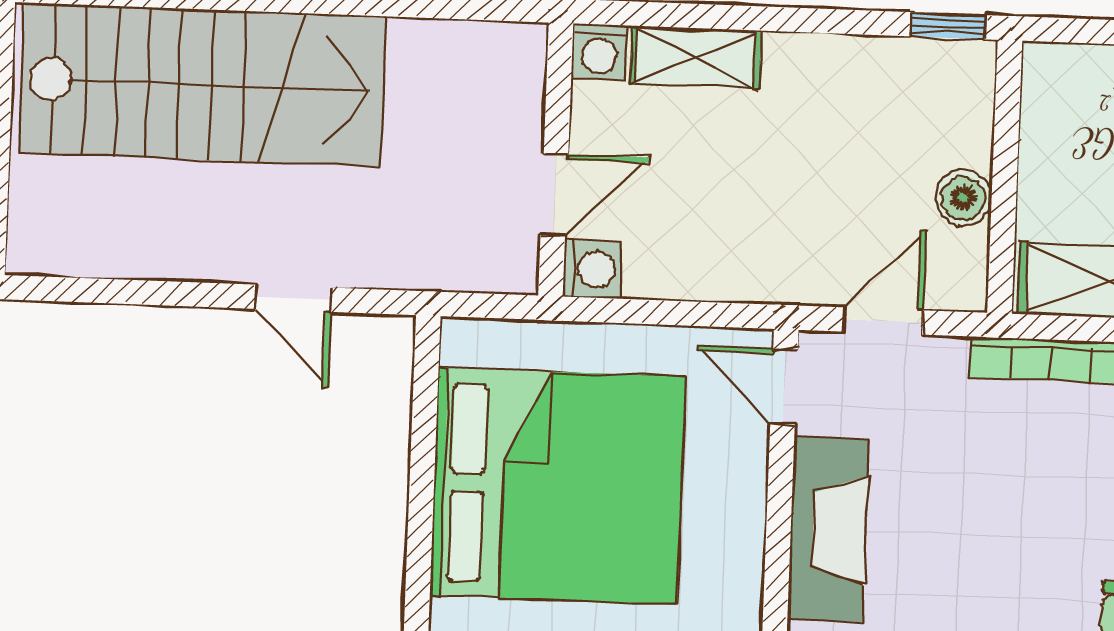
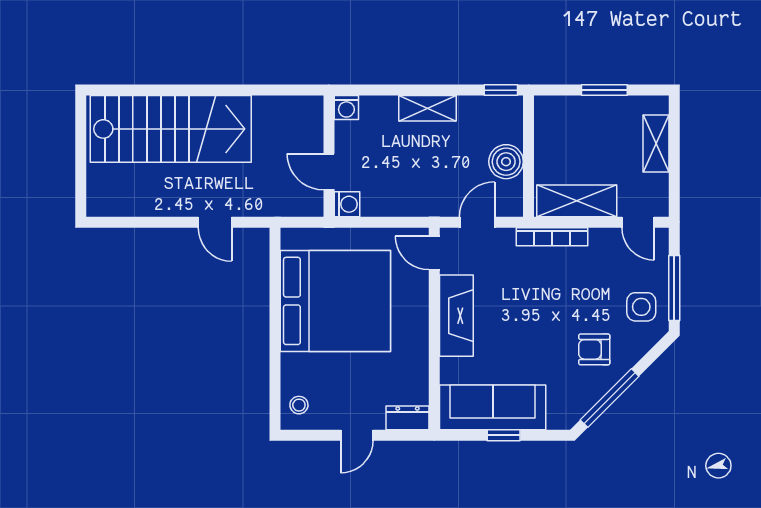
shelving: (695, 57) -> (428, 108), moved
door: (554, 195) -> (329, 172), swing flipped
boiler: (963, 198) -> (506, 162), width x1.36, depth x1.36

